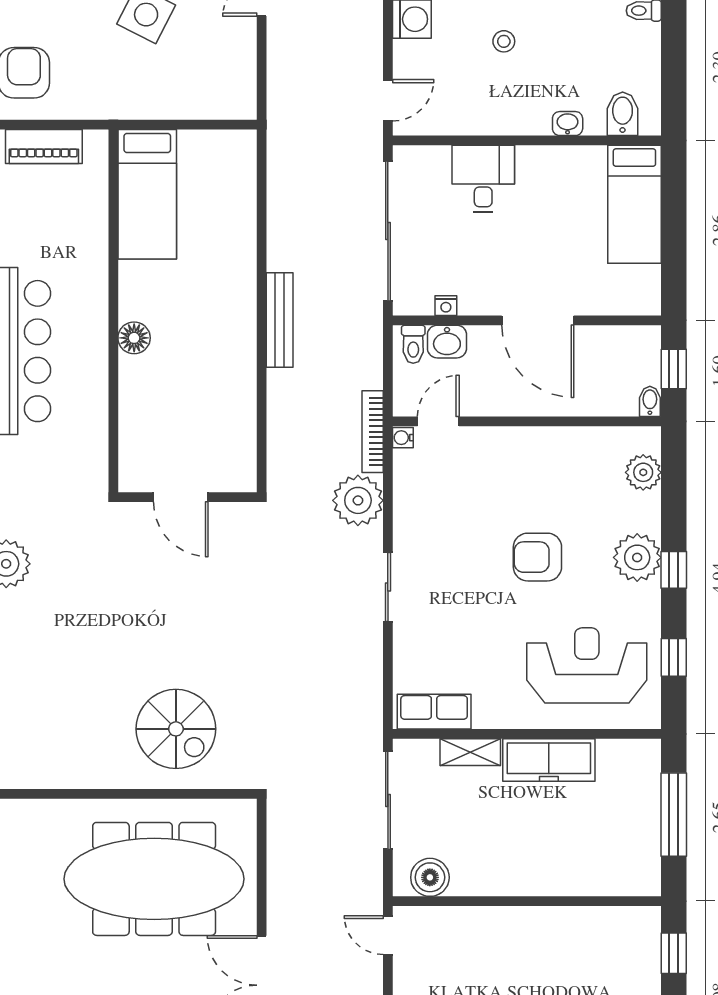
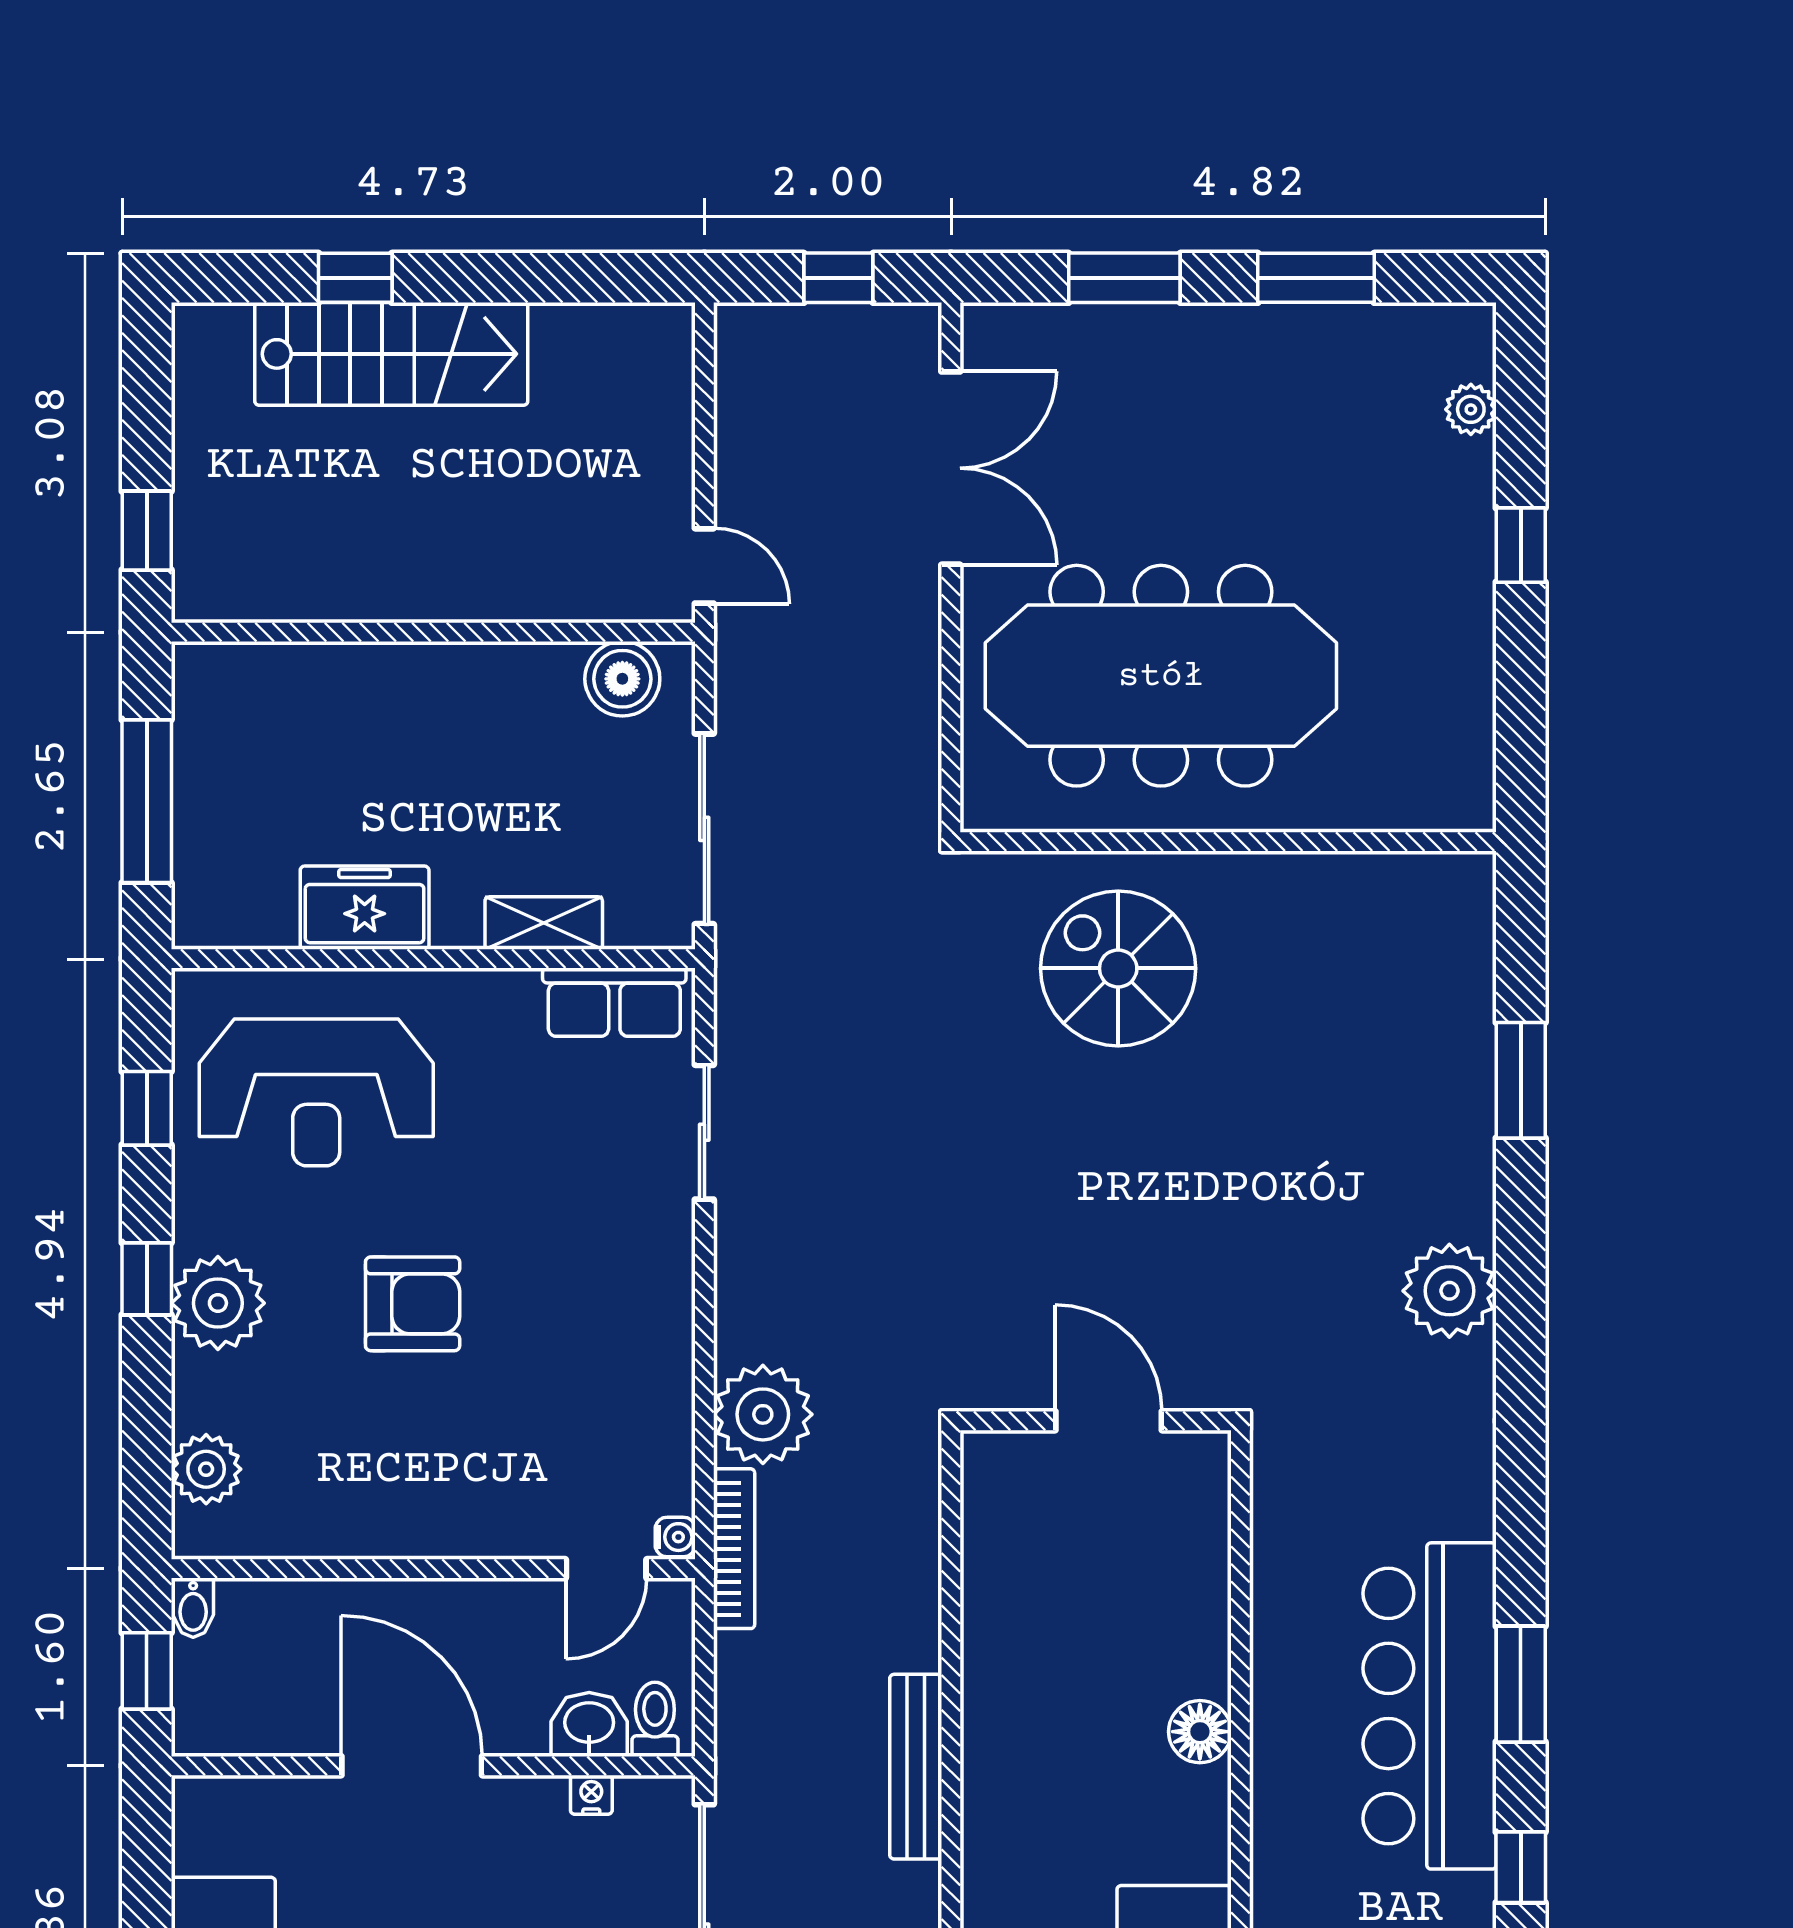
sliding door: (388, 587) -> (704, 1132), moved
freezer: (549, 760) -> (365, 908), width x0.71

